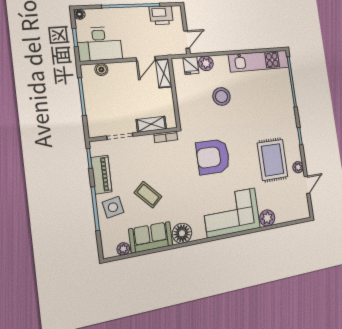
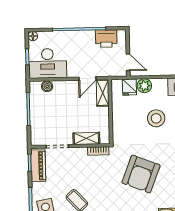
door: (187, 40) -> (128, 62), hinge flipped
armchair: (213, 157) -> (141, 174), turned -69
piano: (101, 175) -> (38, 166), moved

